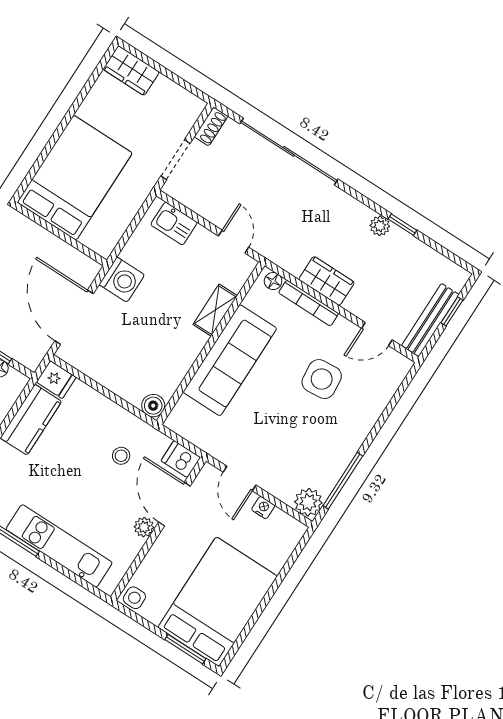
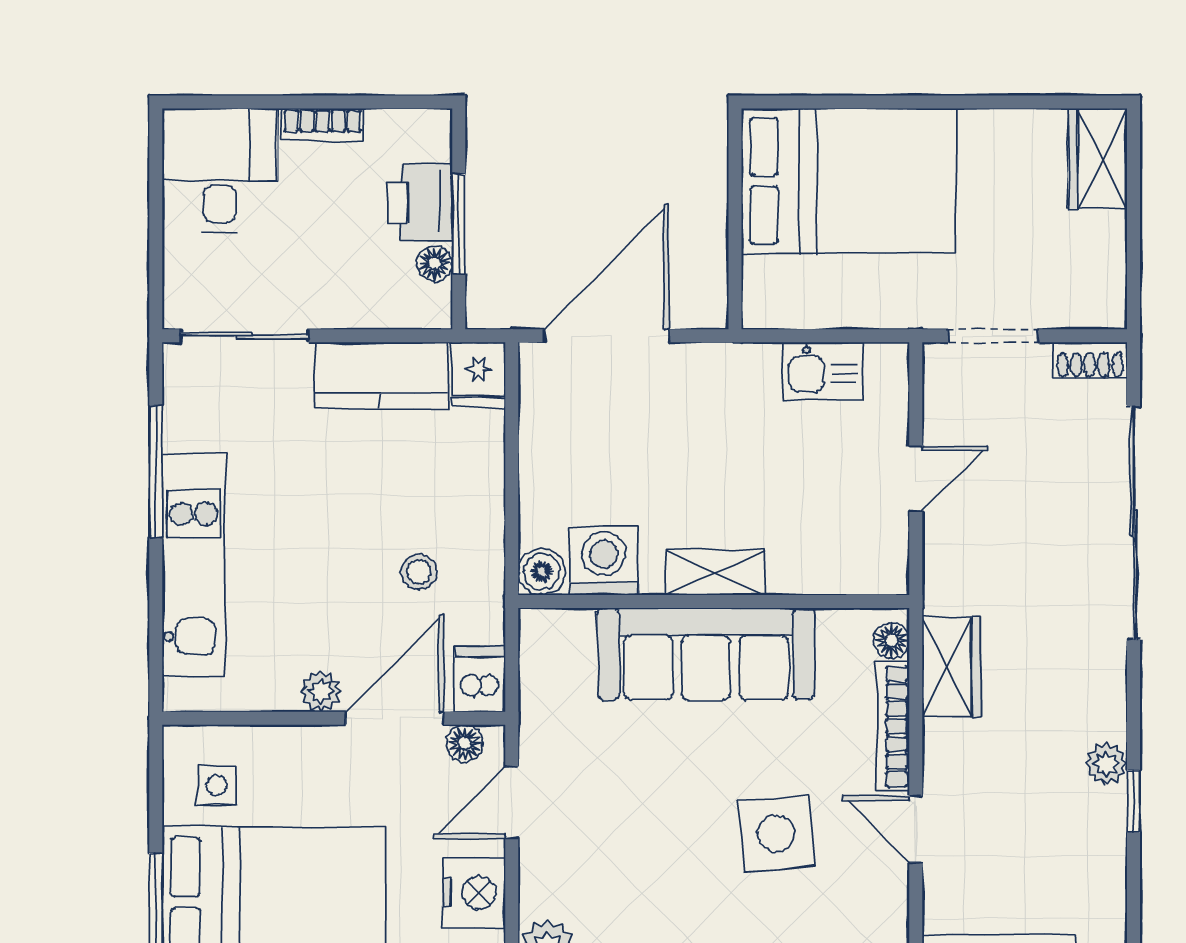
kitchen sink: (174, 224) -> (823, 371), moved, turned -90
door: (234, 242) -> (916, 479), moved
washing machine: (122, 280) -> (604, 561), moved, turned 180
wardrobe: (327, 281) -> (951, 667), moved
shelving: (215, 310) -> (715, 573), moved
door: (377, 334) -> (916, 829), moved
floor lamp: (203, 482) -> (465, 743), added
nightstand: (263, 508) -> (474, 893), width x1.89, depth x1.79
side table: (134, 598) -> (216, 785), moved

